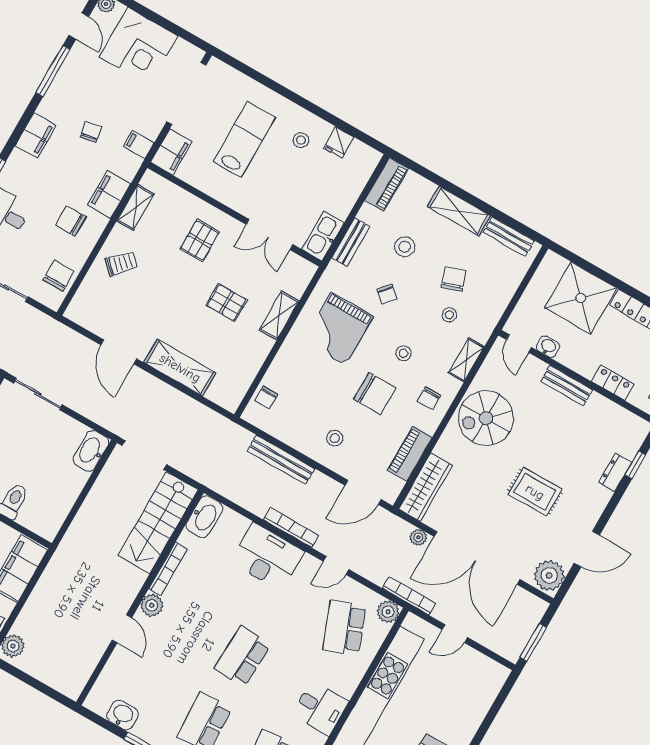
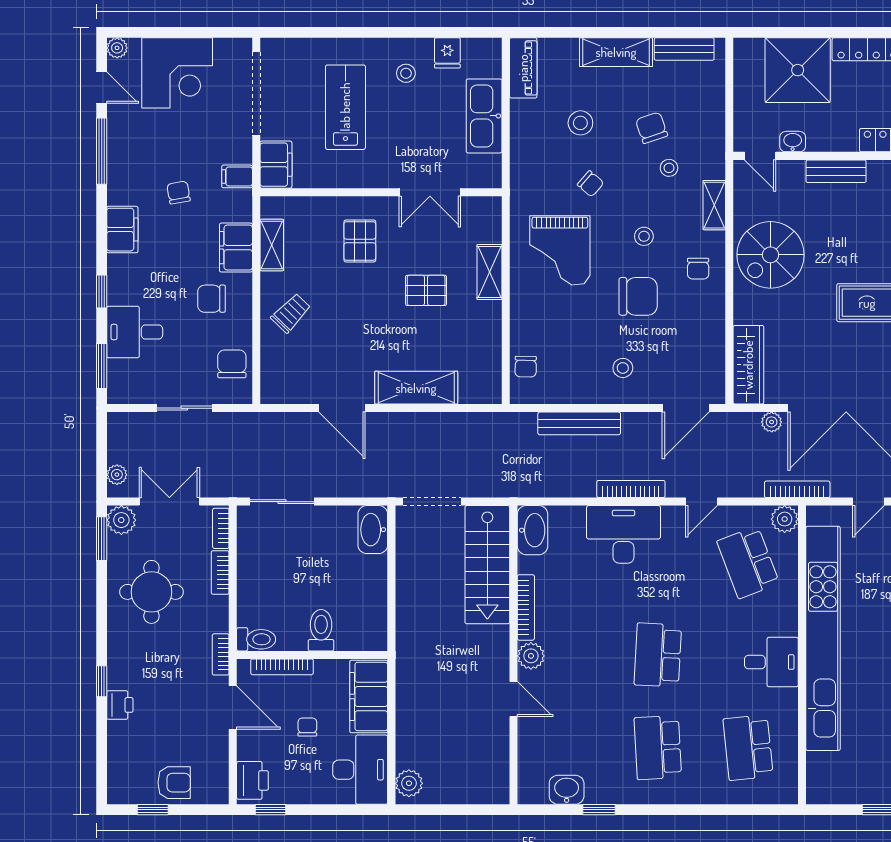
kitchen sink: (323, 236) -> (484, 116), moved, width x1.36, depth x1.24
bench: (351, 242) -> (520, 151), removed
piano: (410, 454) -> (712, 339), removed

